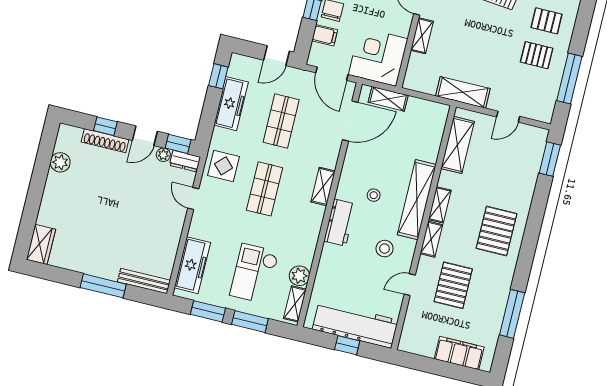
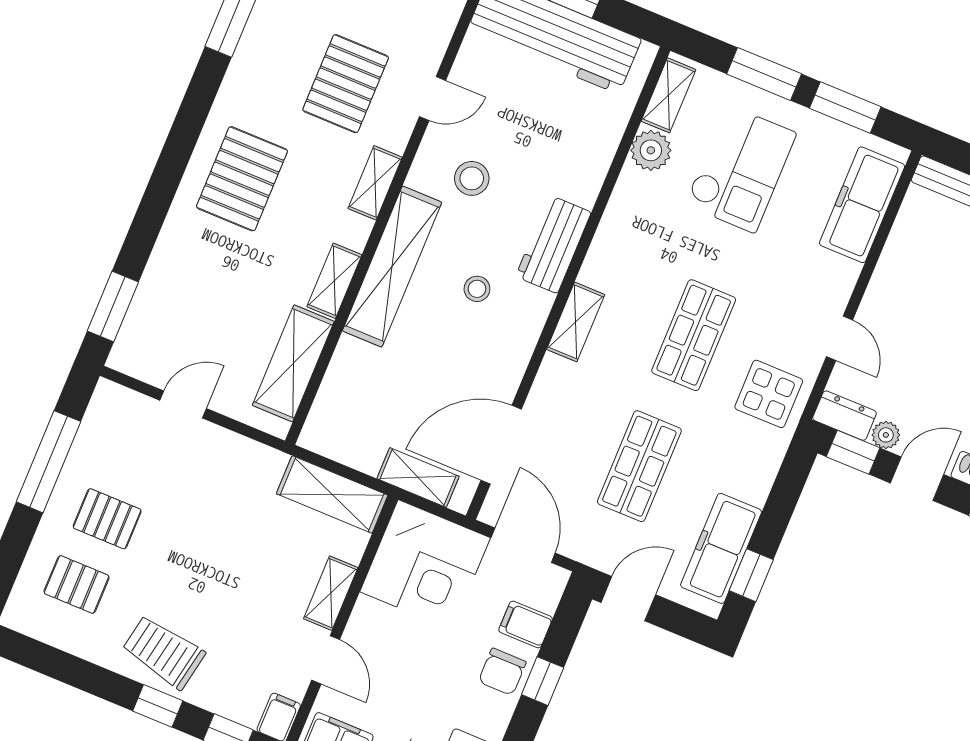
shelving: (463, 92) -> (332, 494), moved
freezer: (231, 104) -> (721, 548), moved
shelving: (440, 205) -> (334, 281), moved

